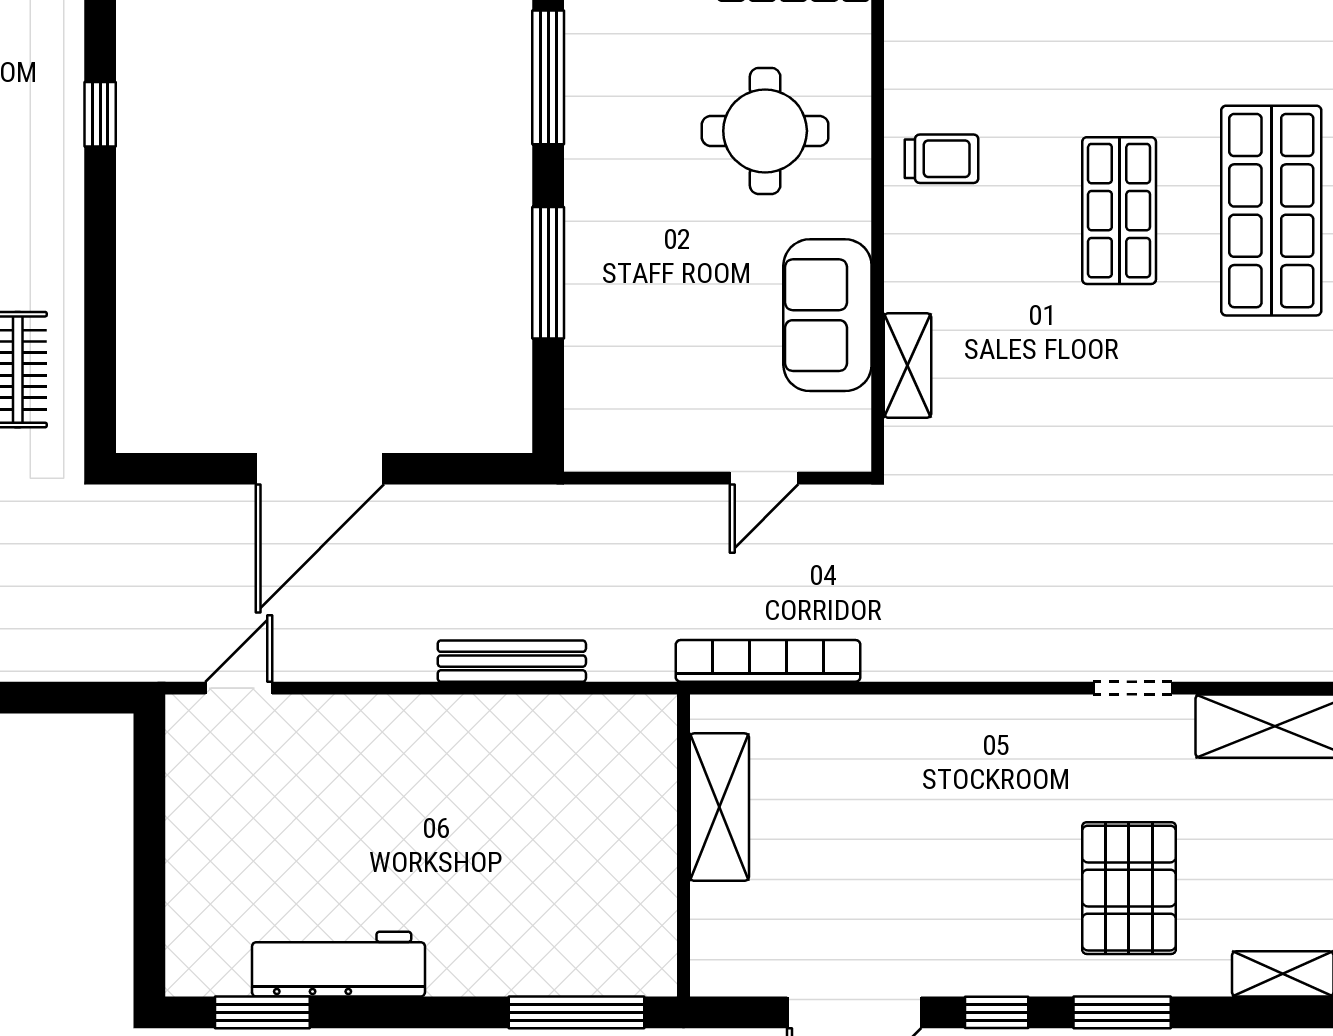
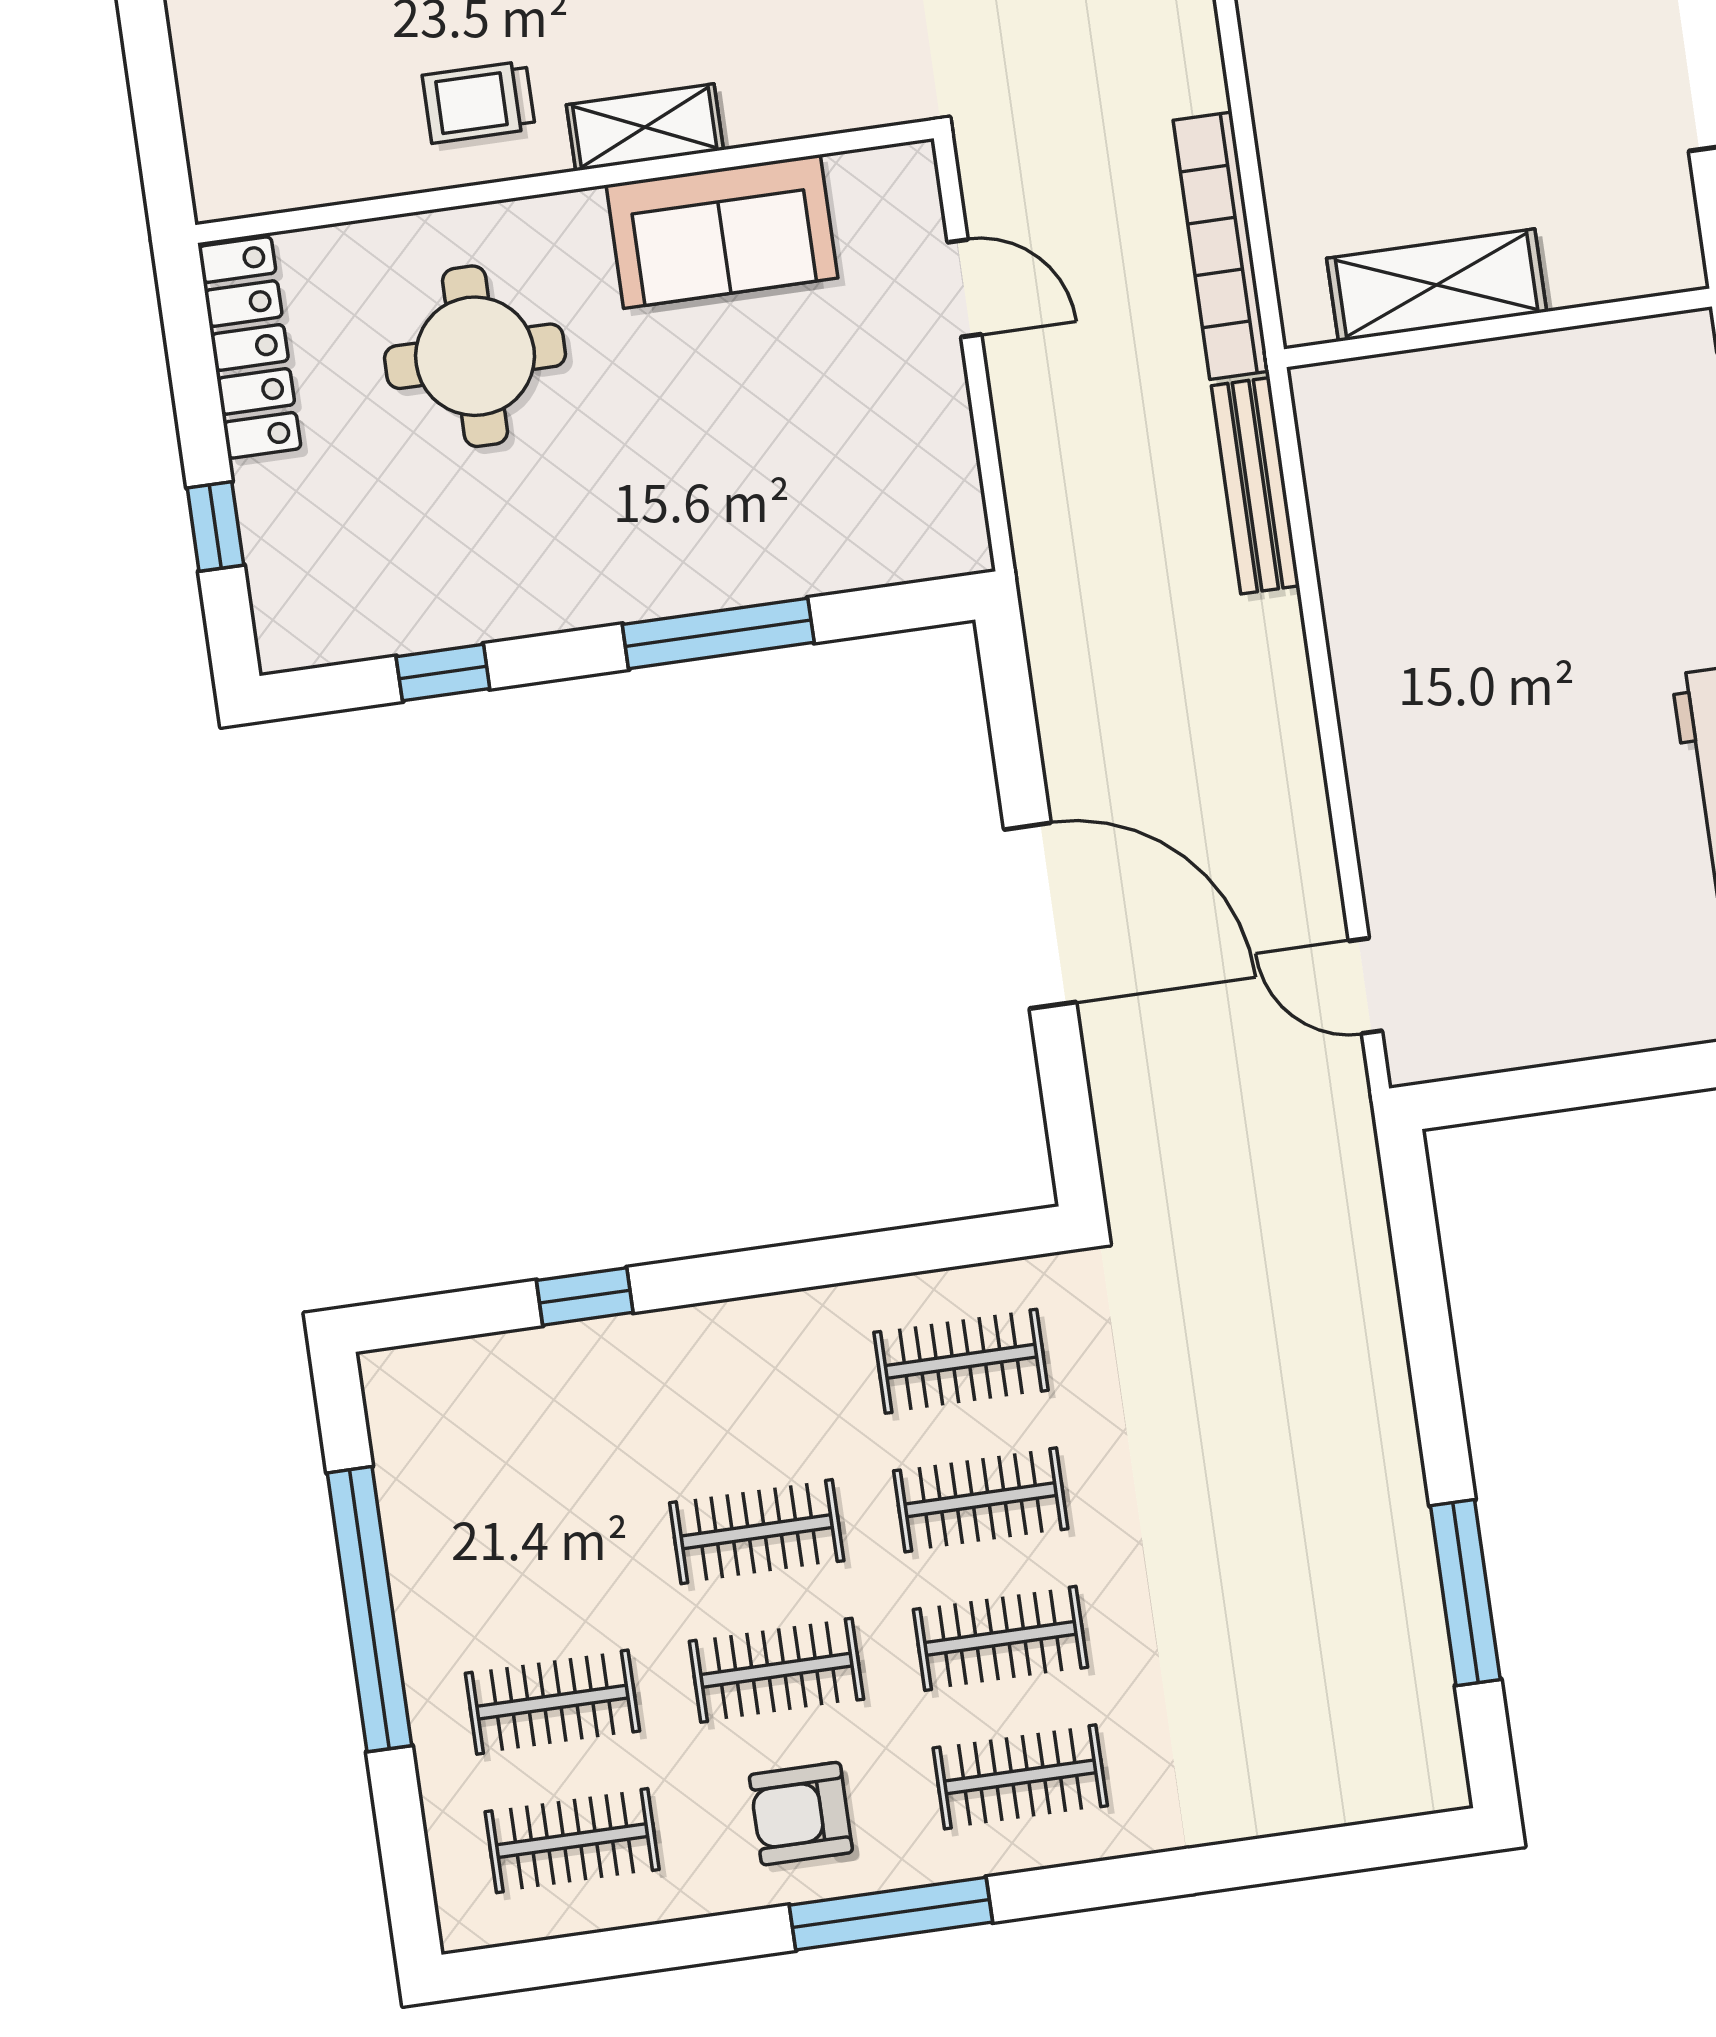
window: (548, 77) -> (443, 673), width x0.46
trolley: (942, 159) -> (479, 102), turned -90
shelving: (908, 365) -> (645, 127), moved
bench: (512, 661) -> (1255, 486), moved

